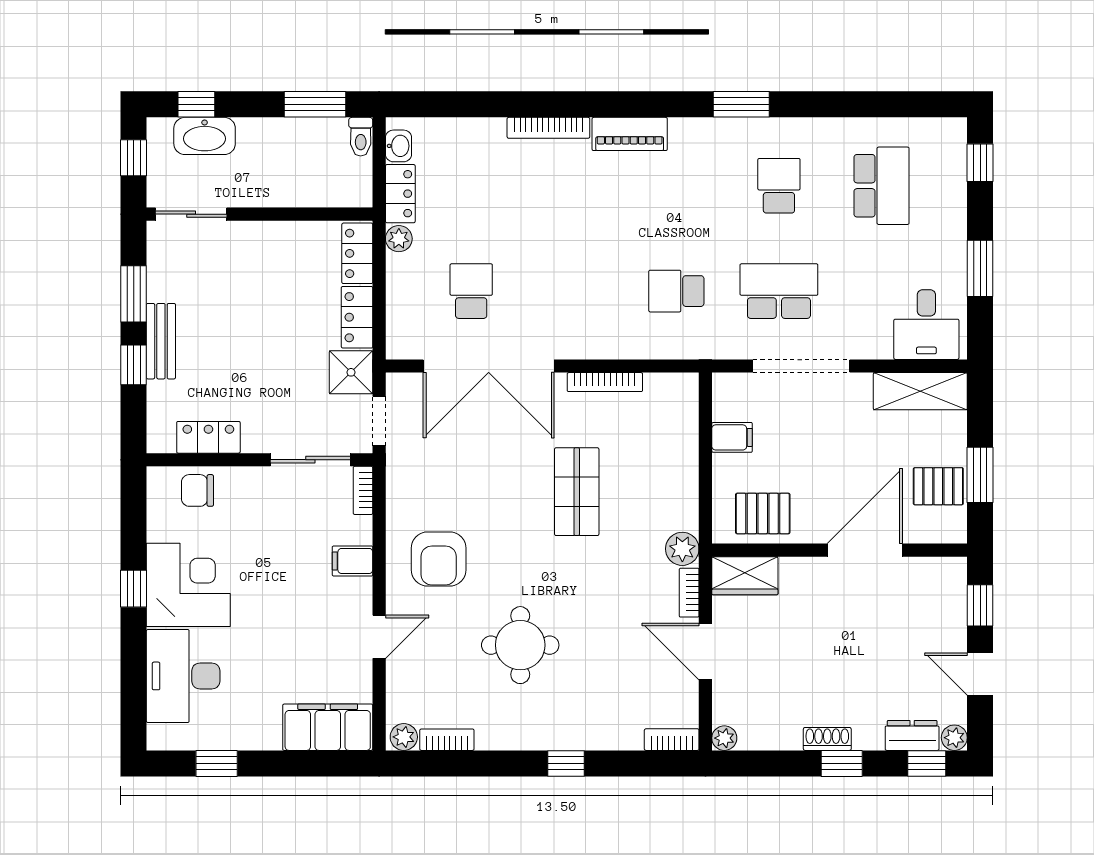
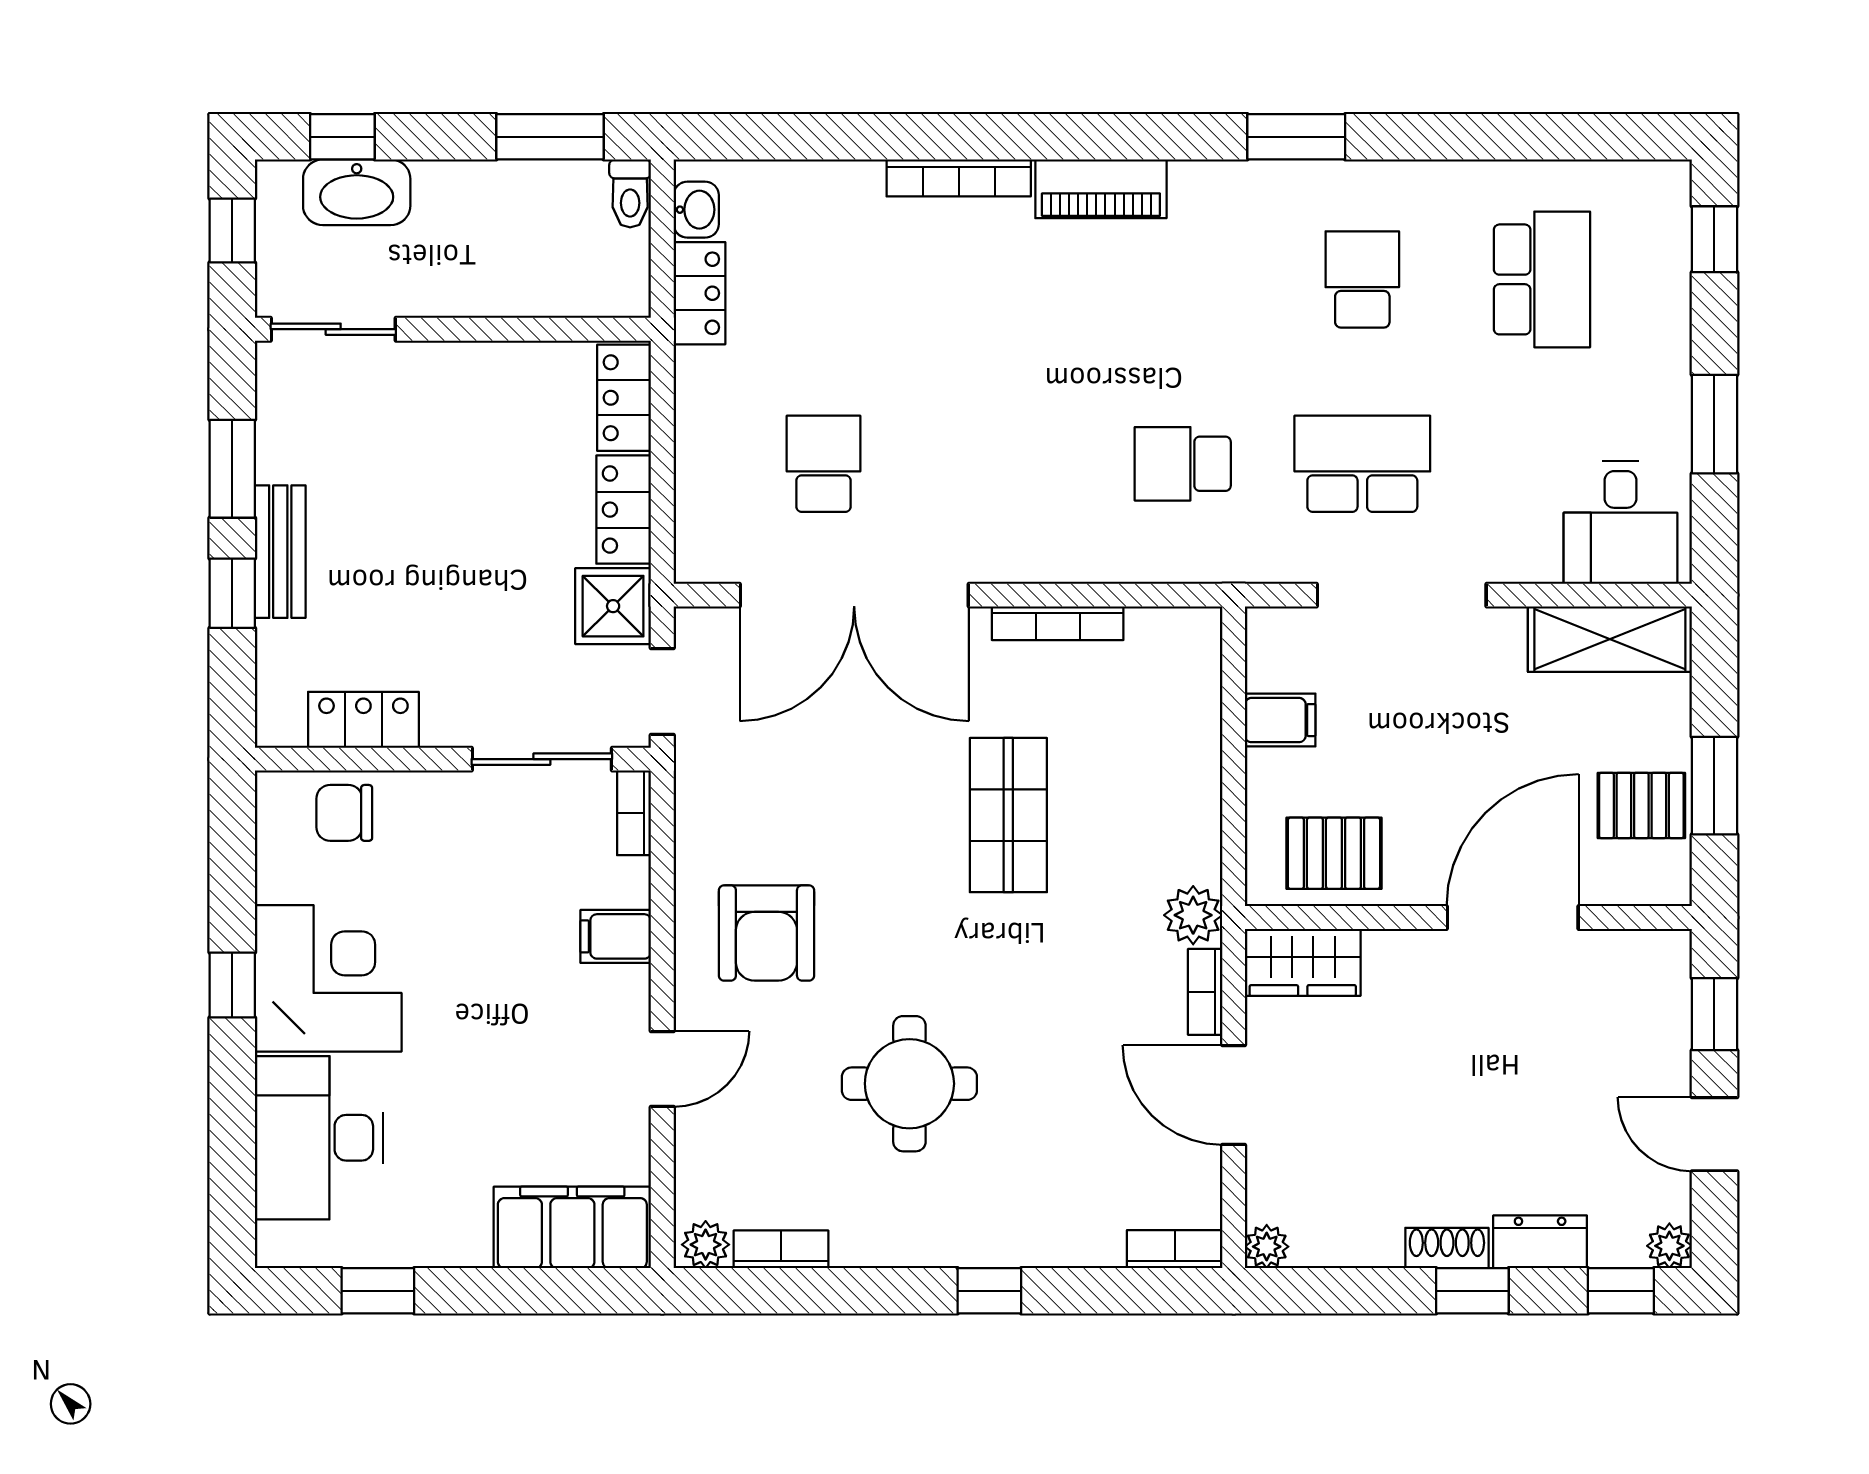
plant: (399, 239) -> (697, 372), removed
dresser: (912, 735) -> (1540, 1242), moved

